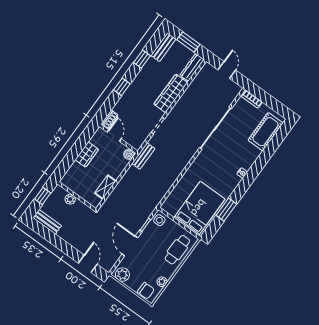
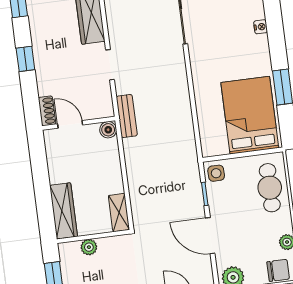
wardrobe: (87, 155) -> (64, 211), moved, width x1.50
shelving: (105, 187) -> (119, 213), moved

